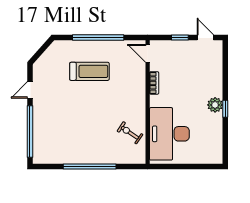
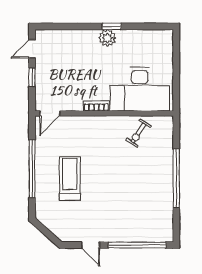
bookcase: (154, 83) -> (96, 106), moved

